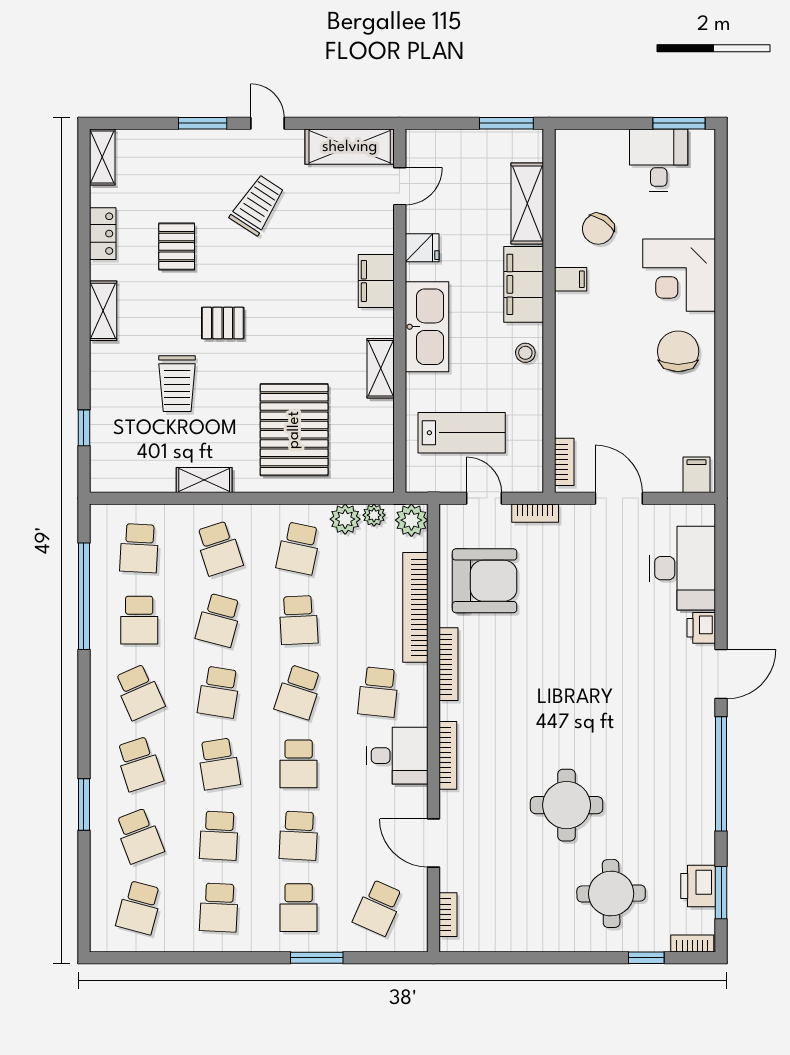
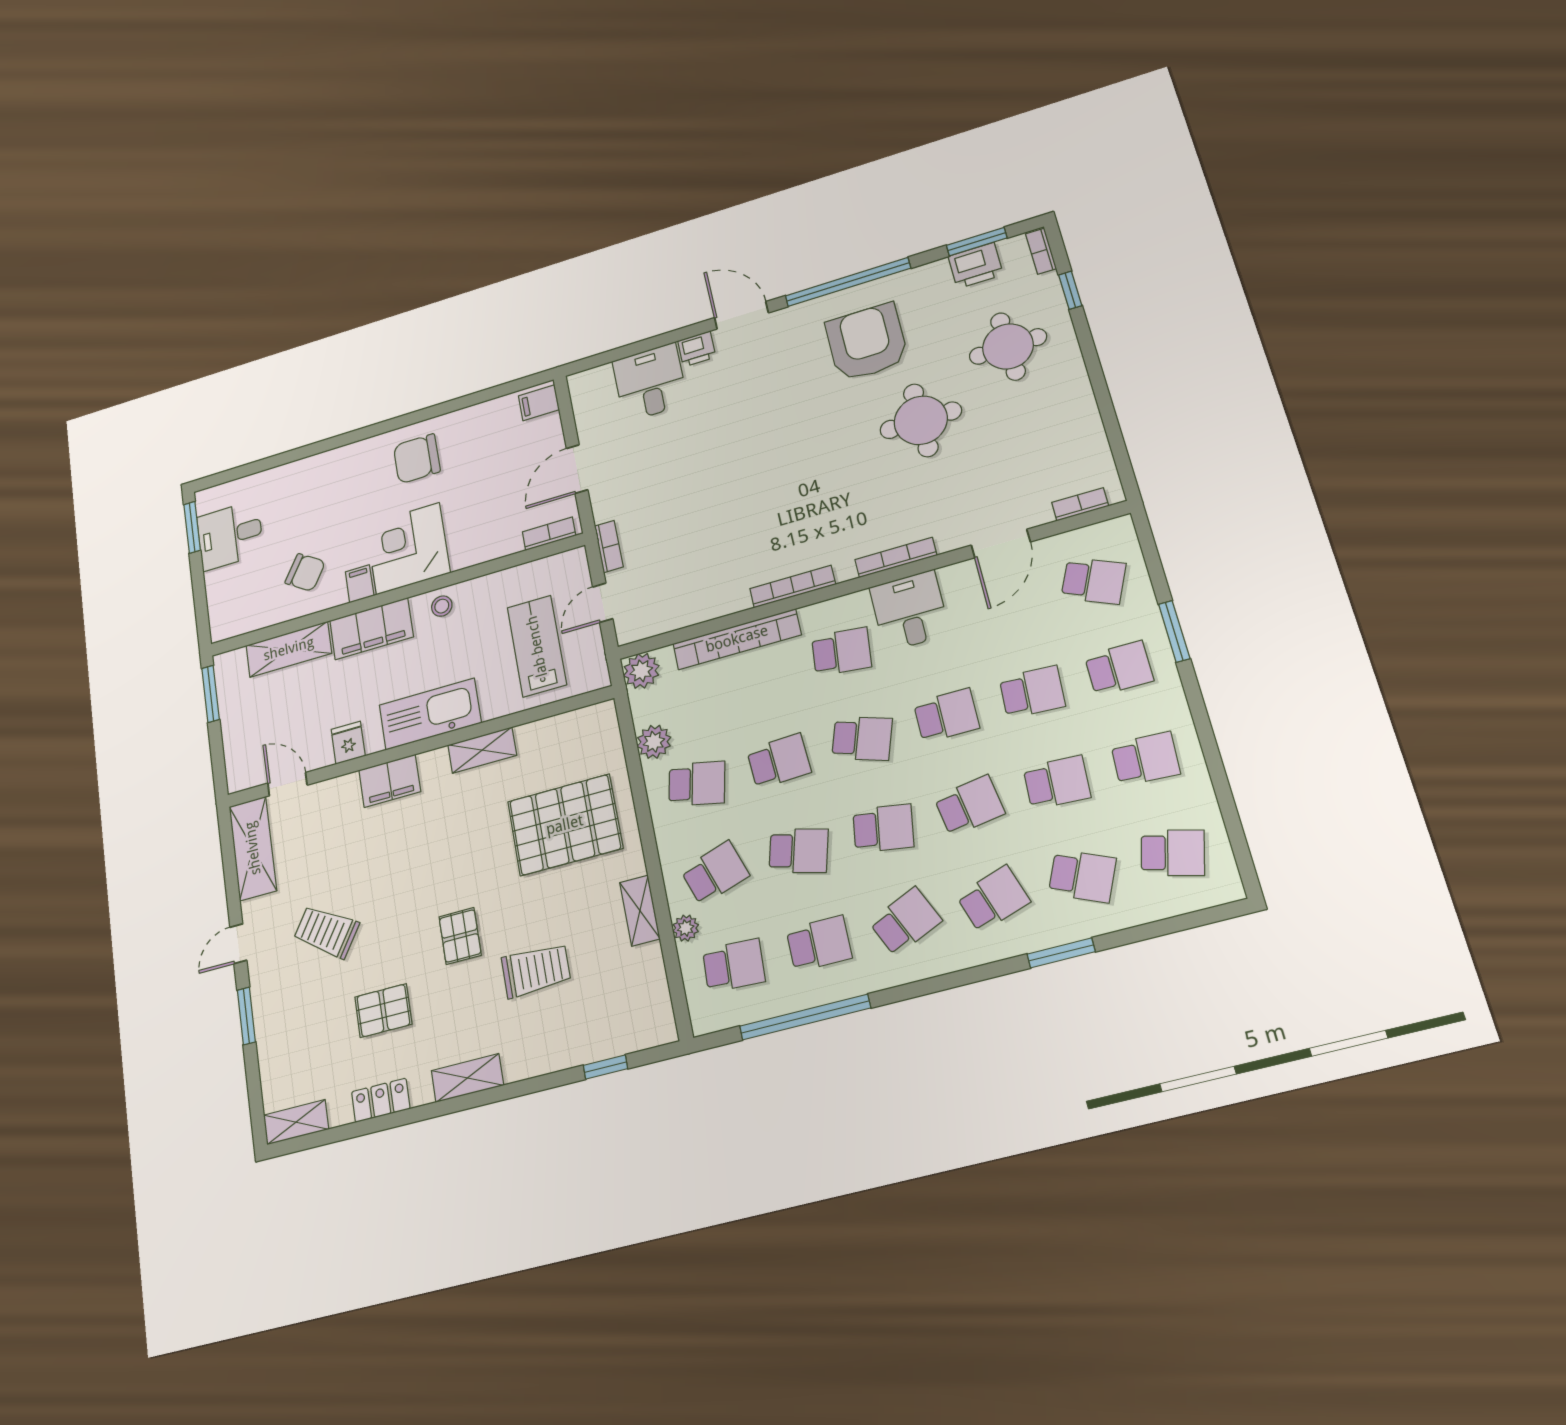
corner desk: (679, 275) -> (408, 549), moved, turned 180
plant: (374, 515) -> (686, 928), moved
desk: (682, 568) -> (650, 382), width x0.73
armchair: (485, 581) -> (867, 342), moved
school desk: (139, 836) -> (1082, 876), turned 45

